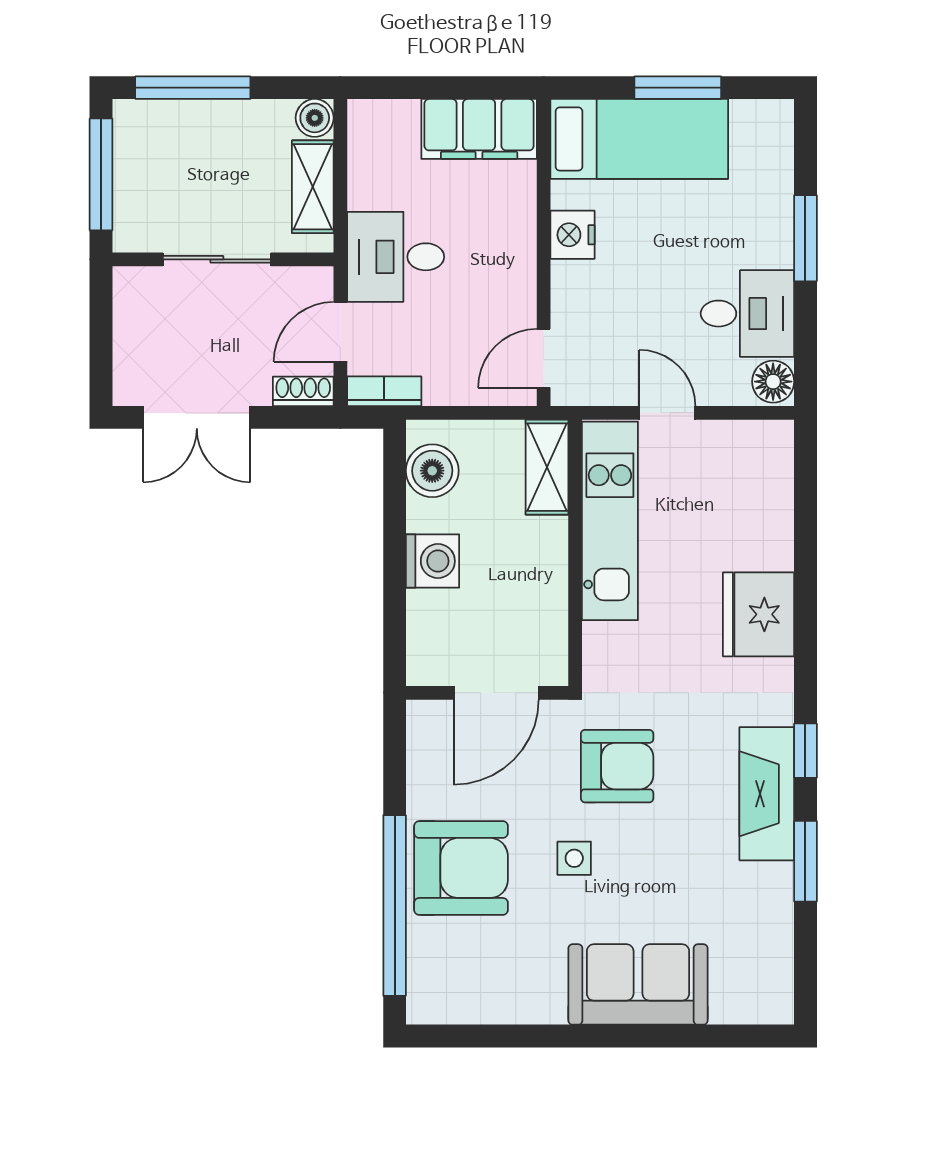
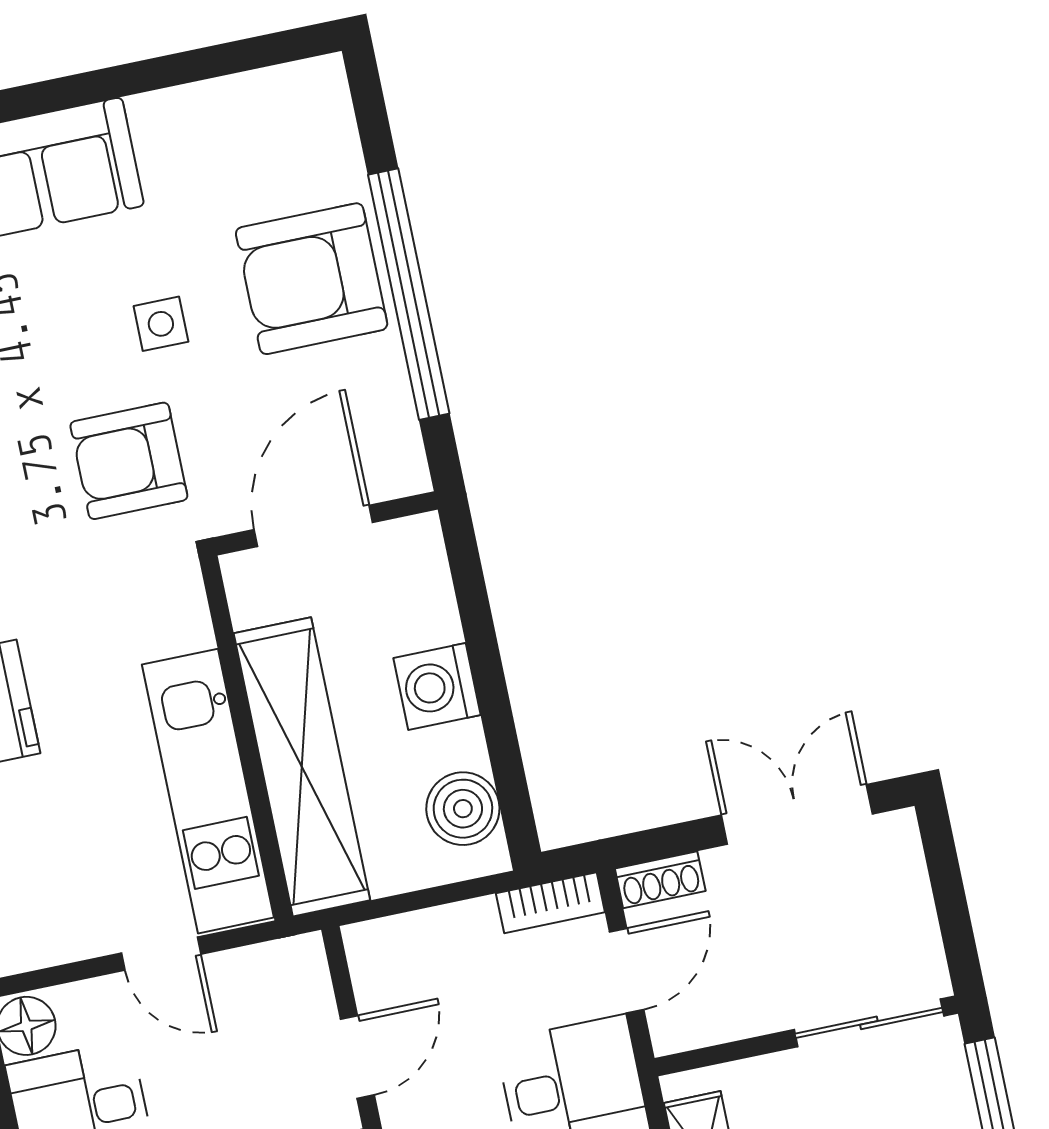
sliding door: (217, 259) -> (869, 1023), moved
door: (544, 358) -> (357, 1057), moved
shelving: (547, 467) -> (302, 767), width x2.20, depth x1.33
window: (395, 906) -> (409, 294), moved

